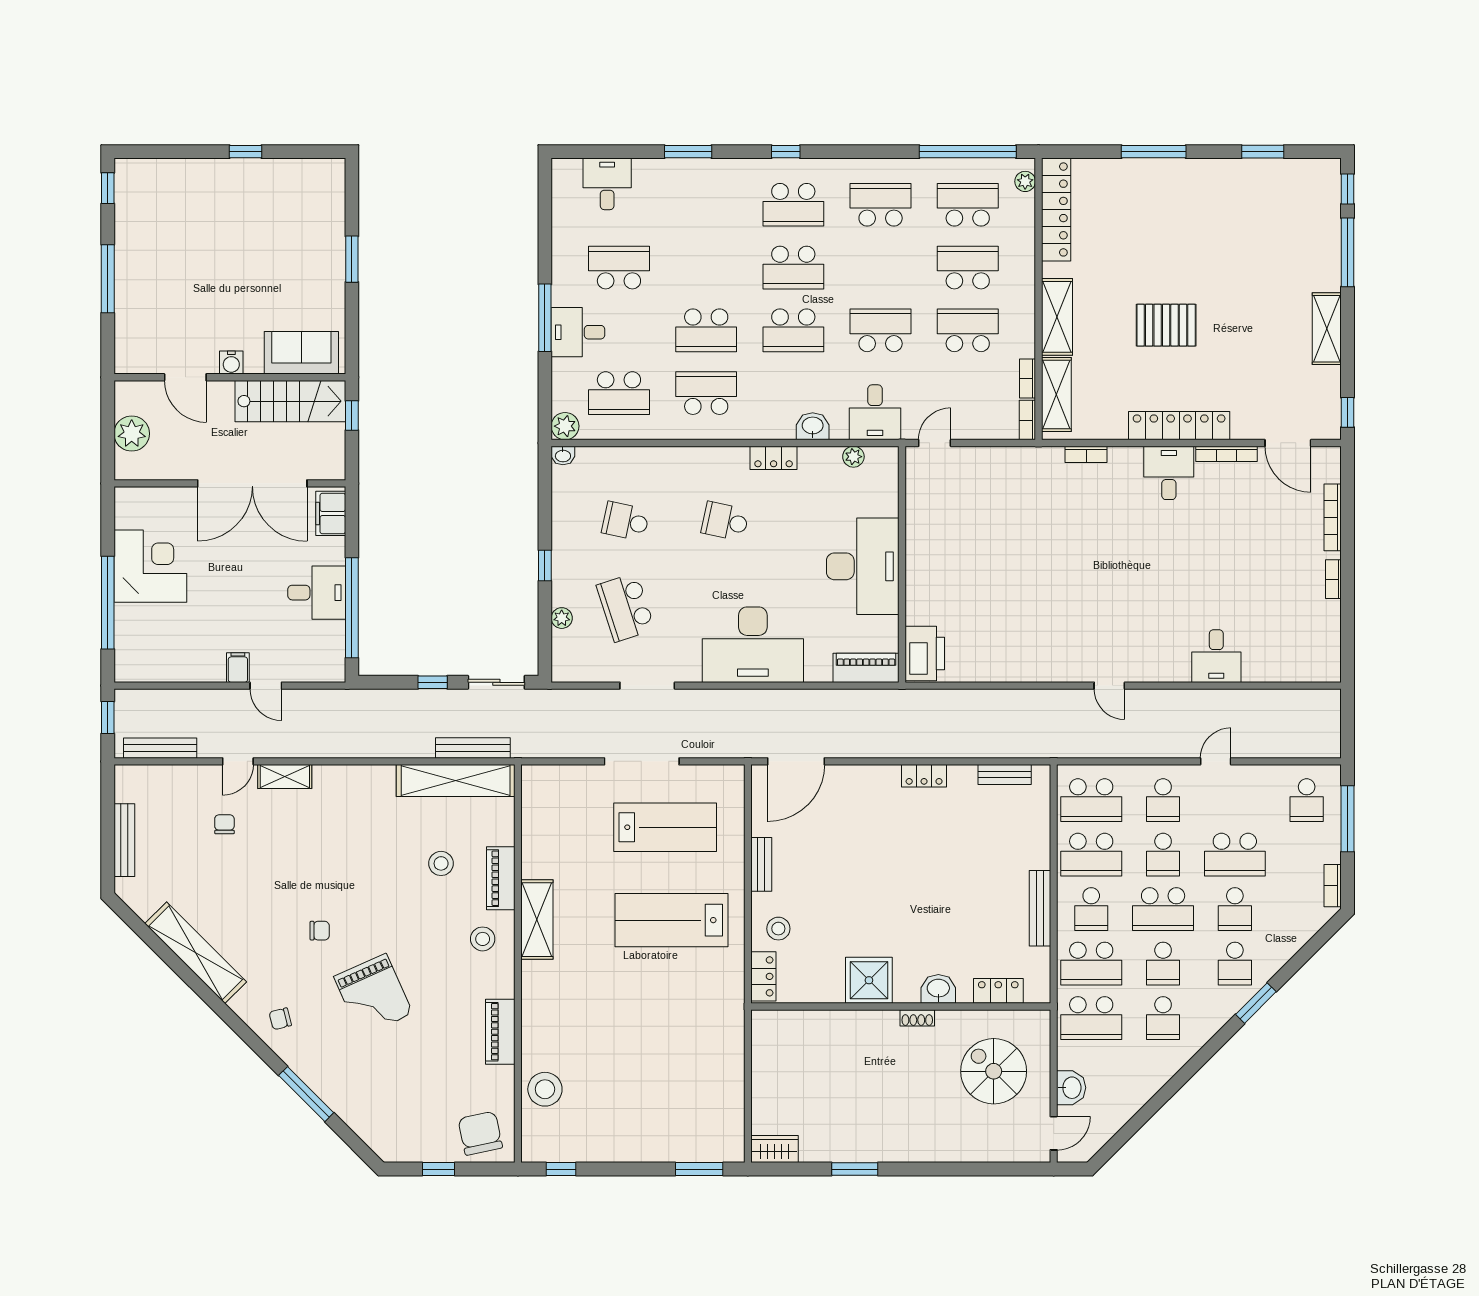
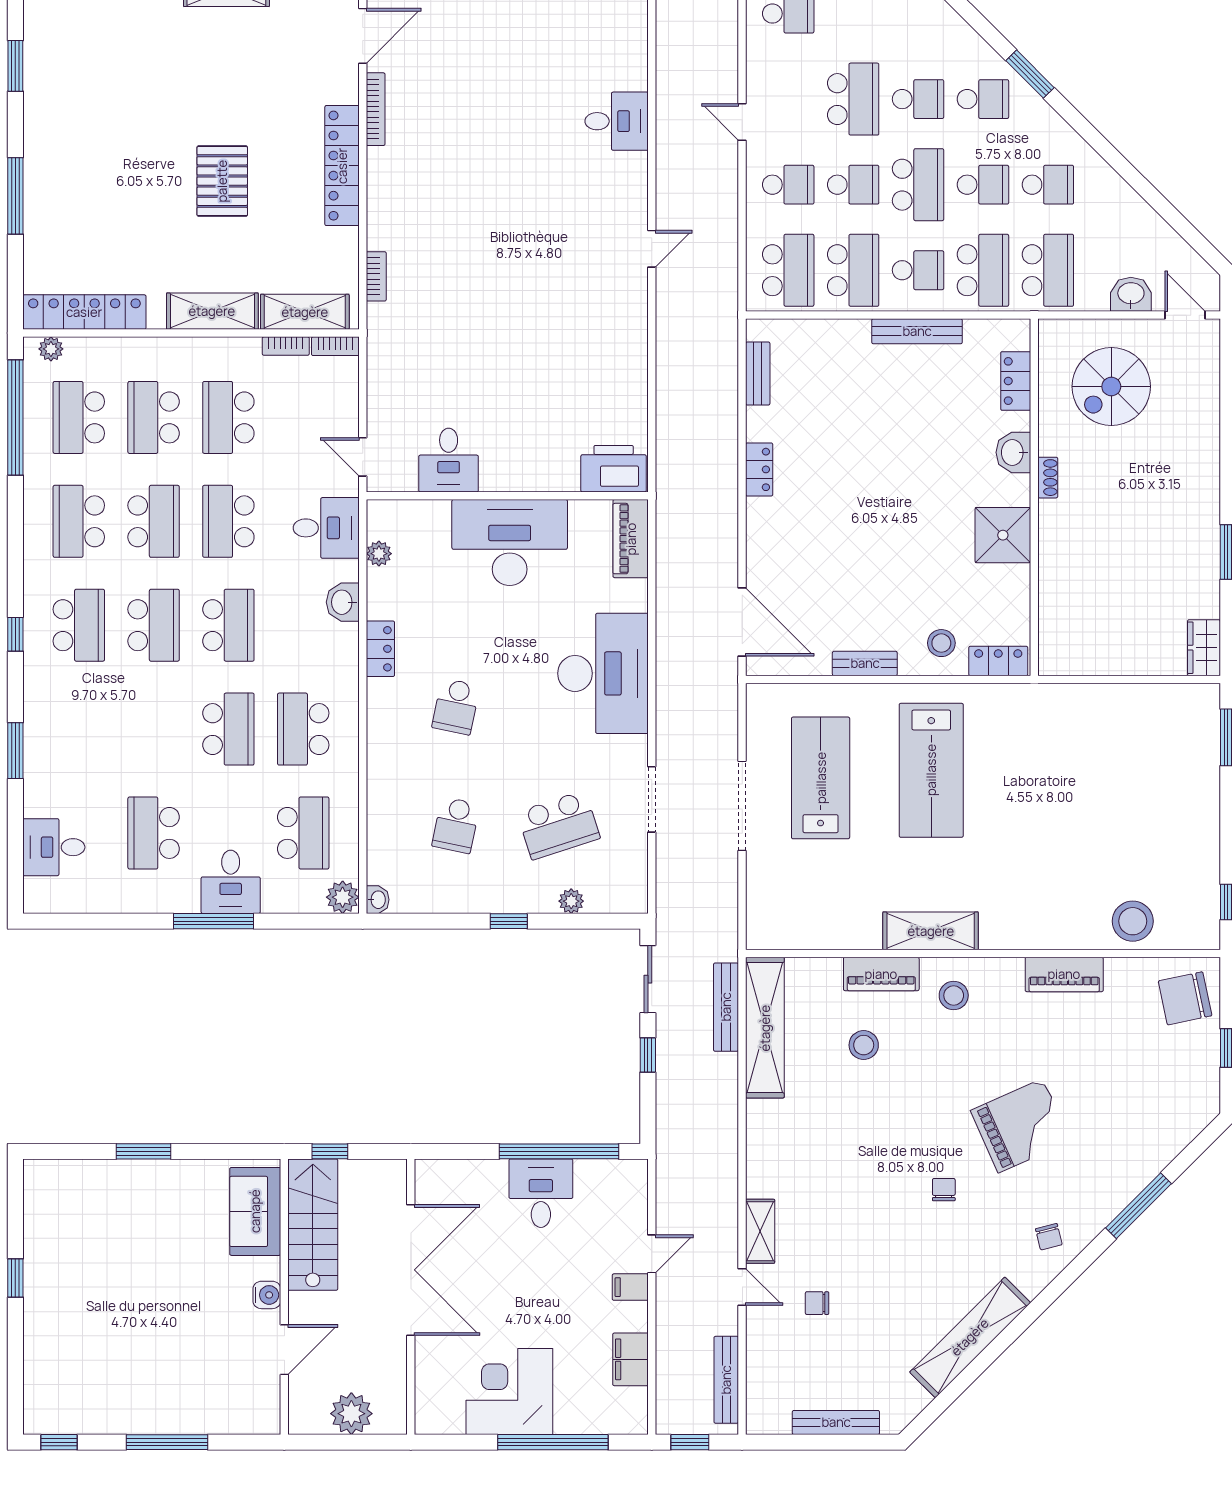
school desk: (881, 268) -> (154, 521), added
desk: (1169, 473) -> (449, 460), moved, turned -90
filing cabinet: (331, 513) -> (630, 1359), moved, turned 90

